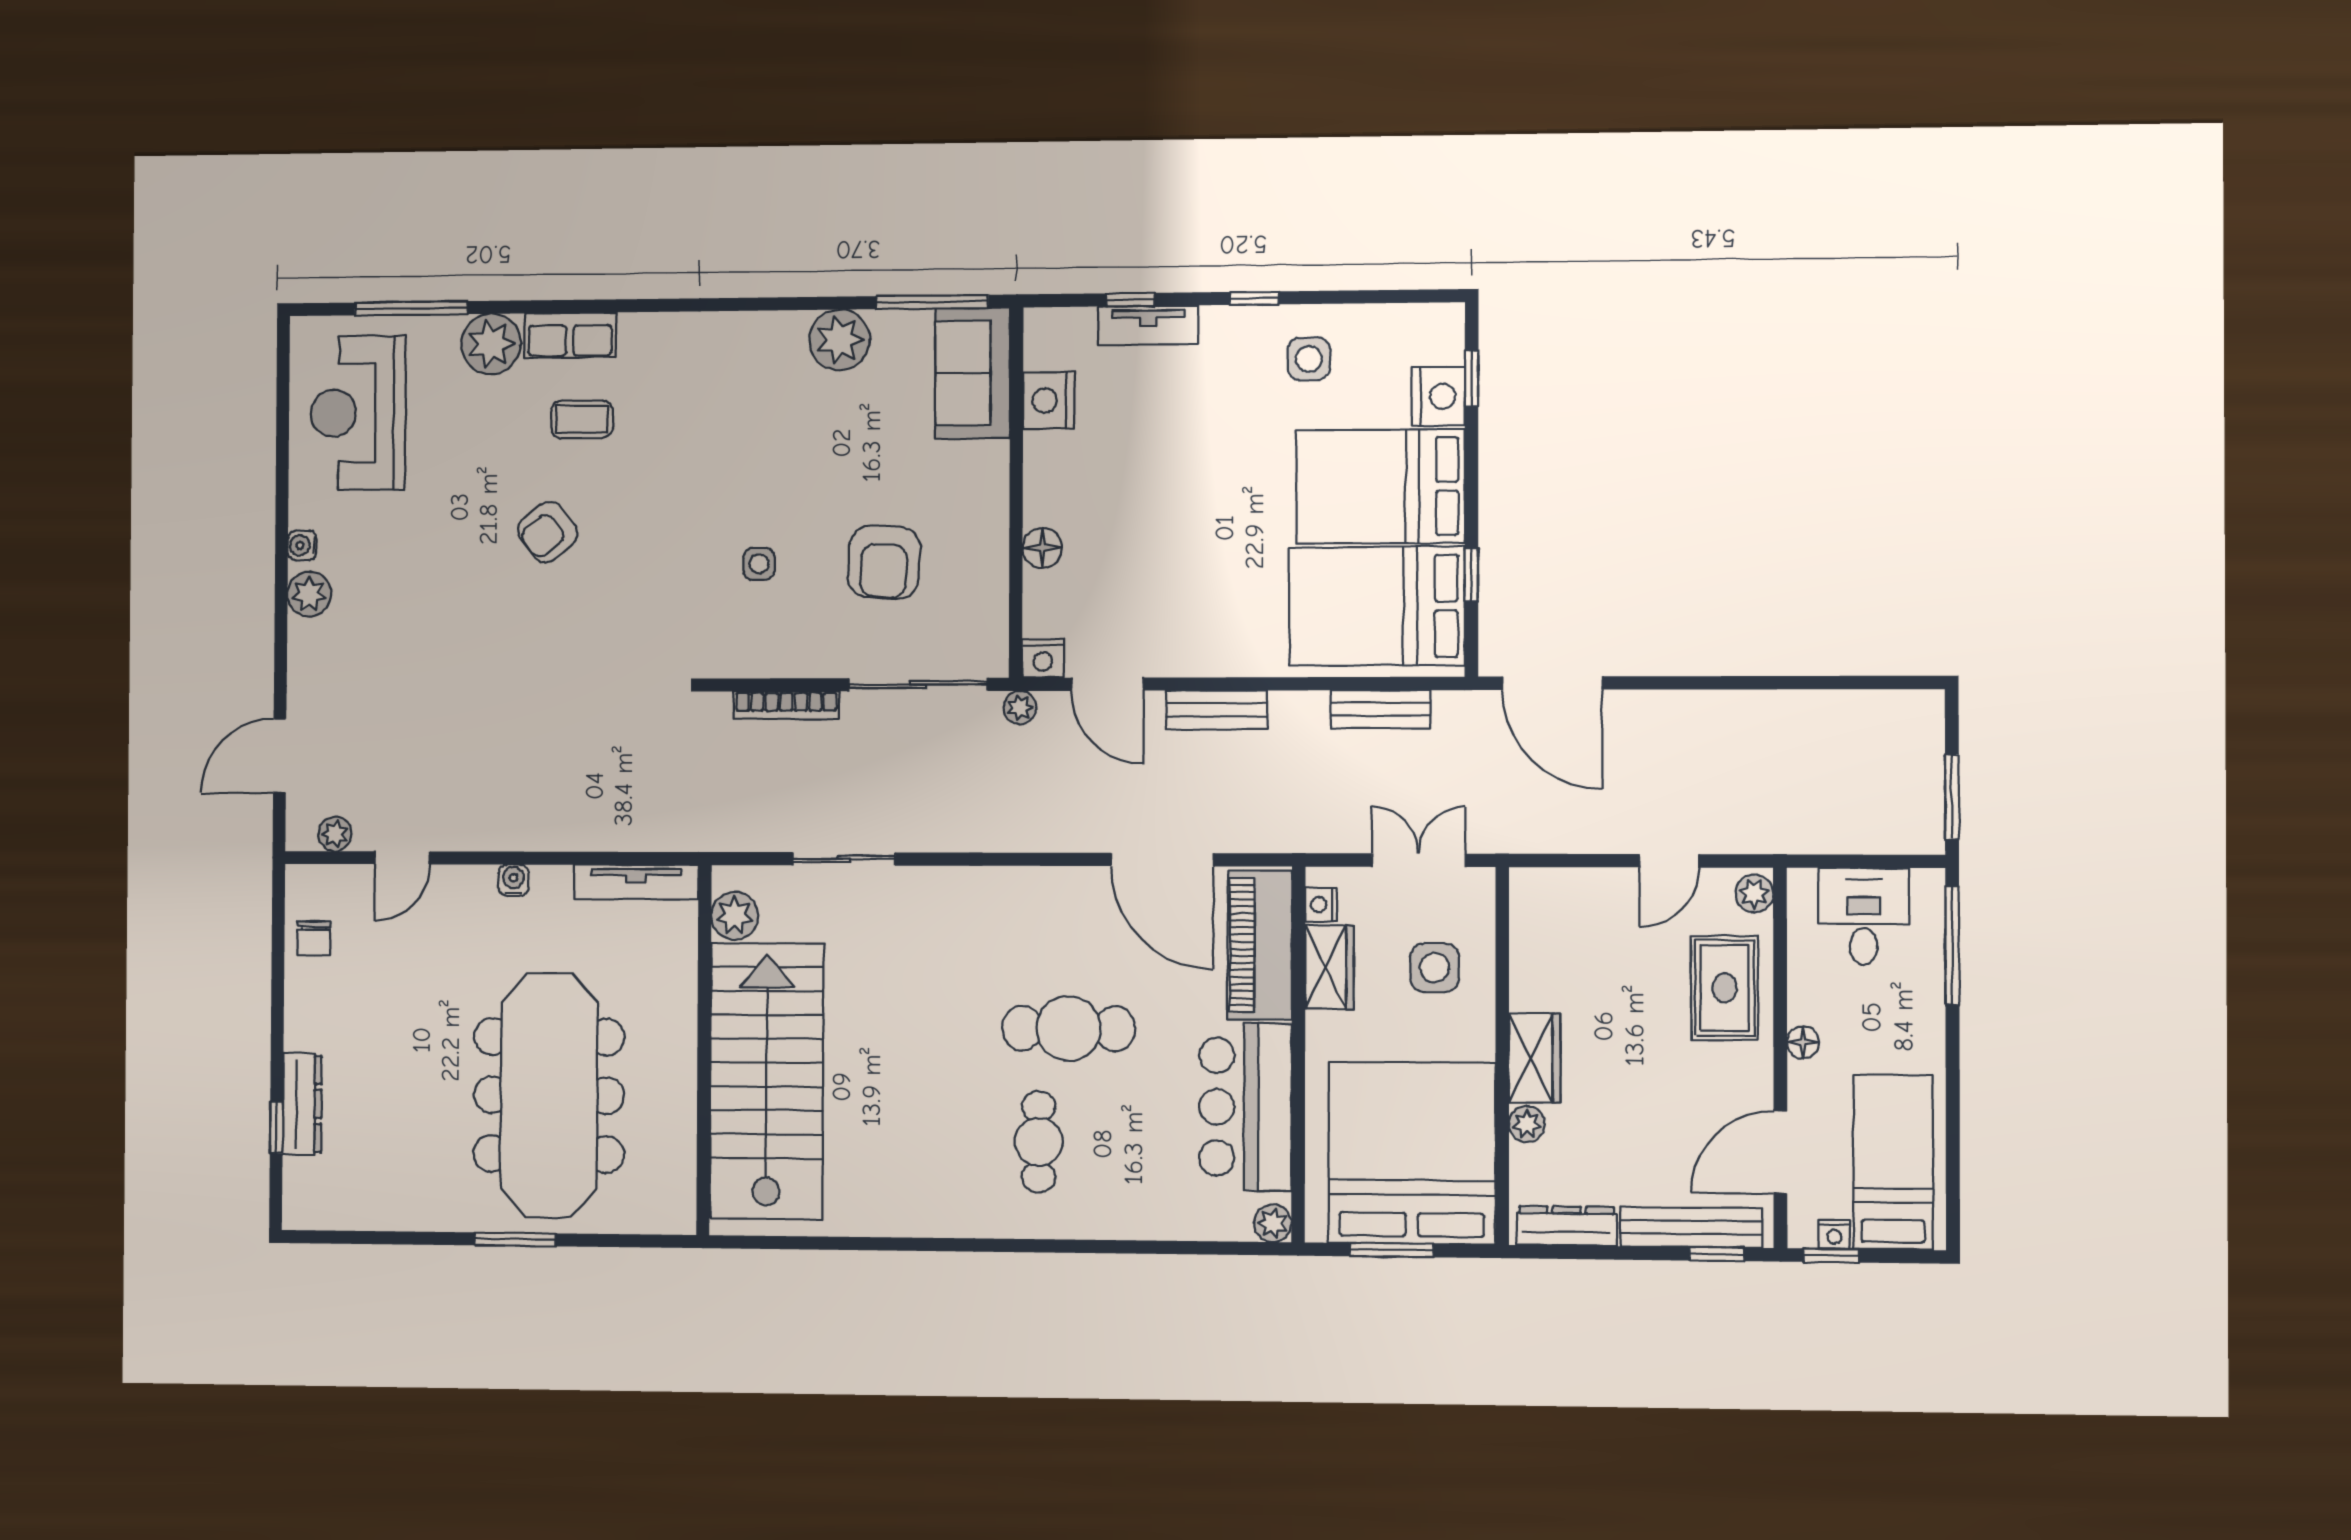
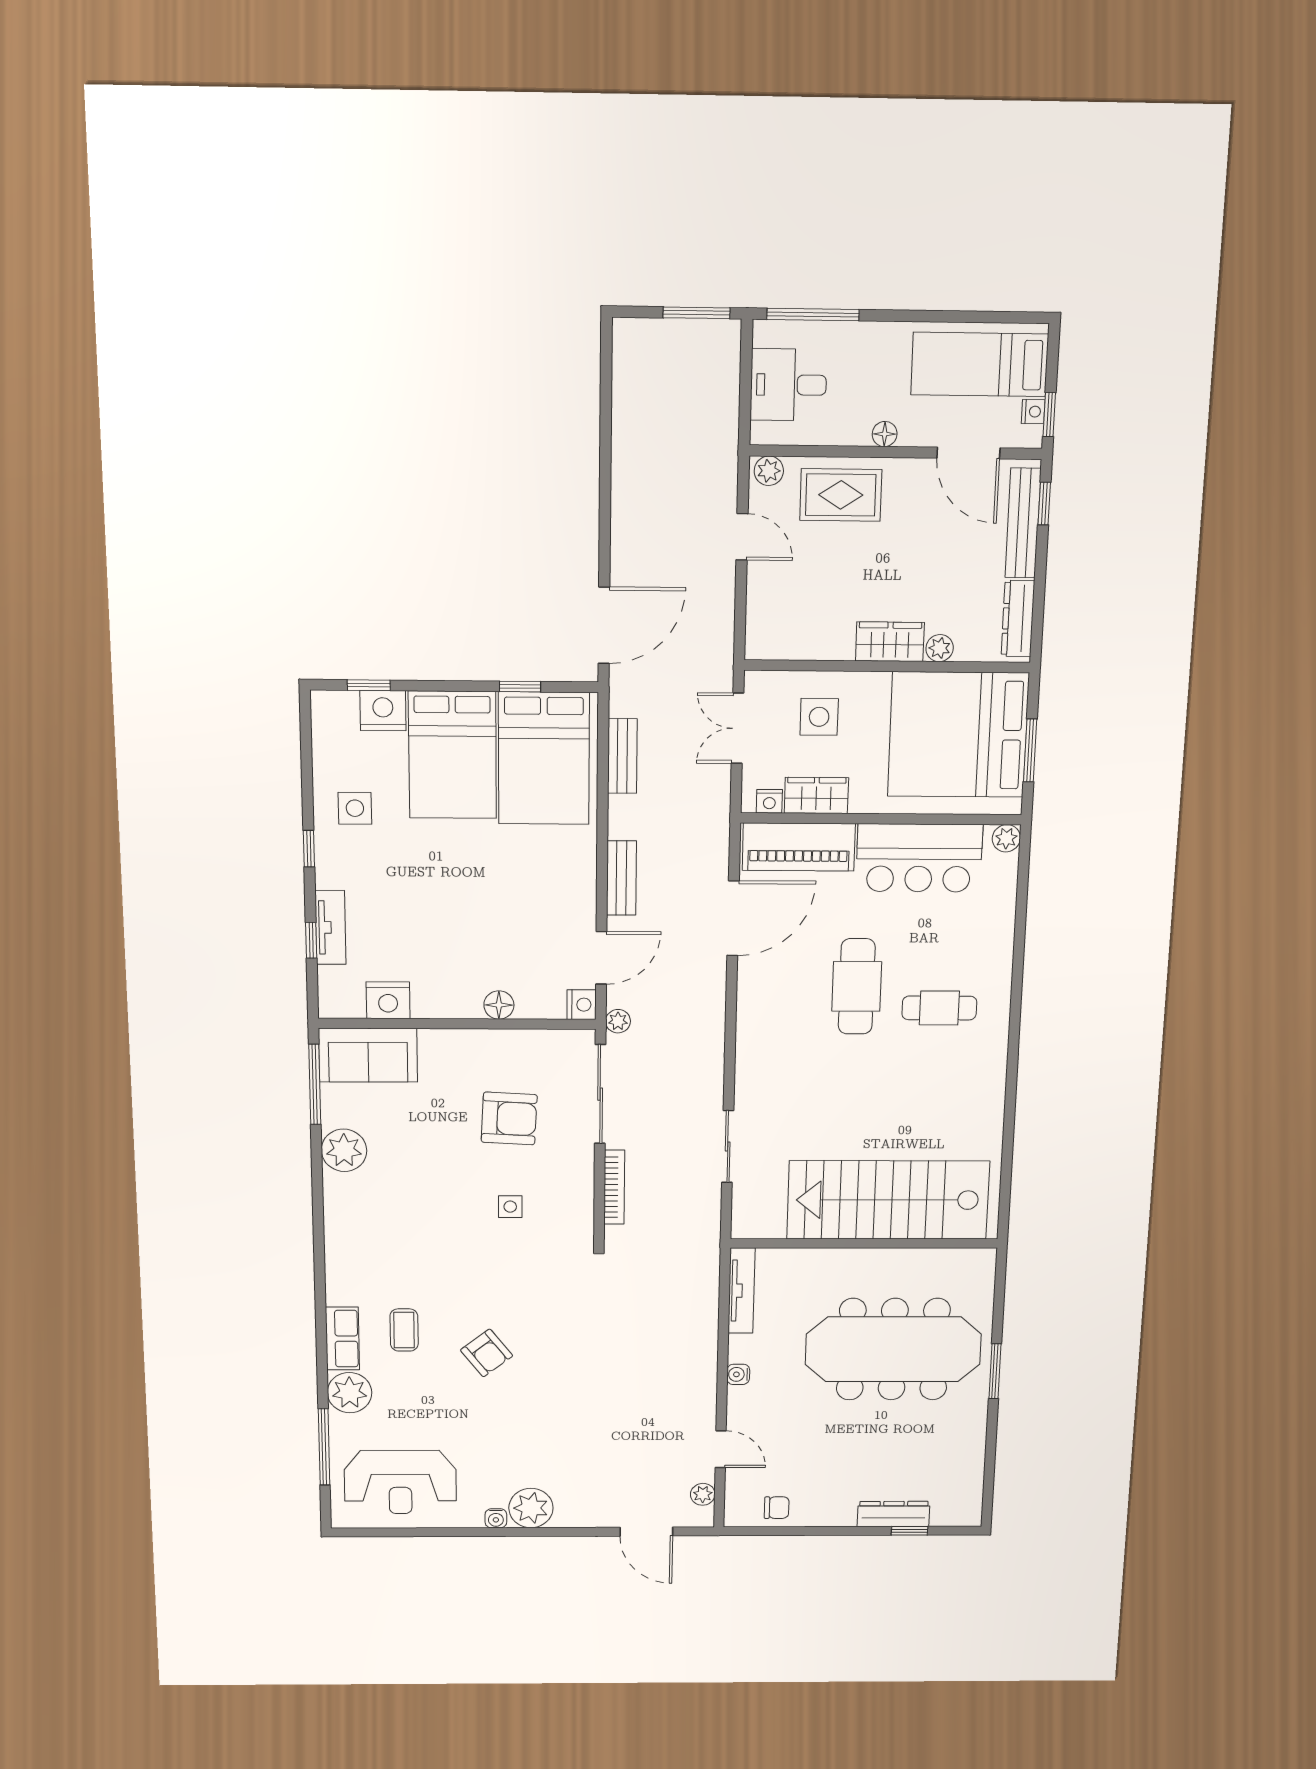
plant: (309, 594) -> (531, 1508), width x1.36, depth x1.36
plant: (735, 916) -> (768, 1223), removed

